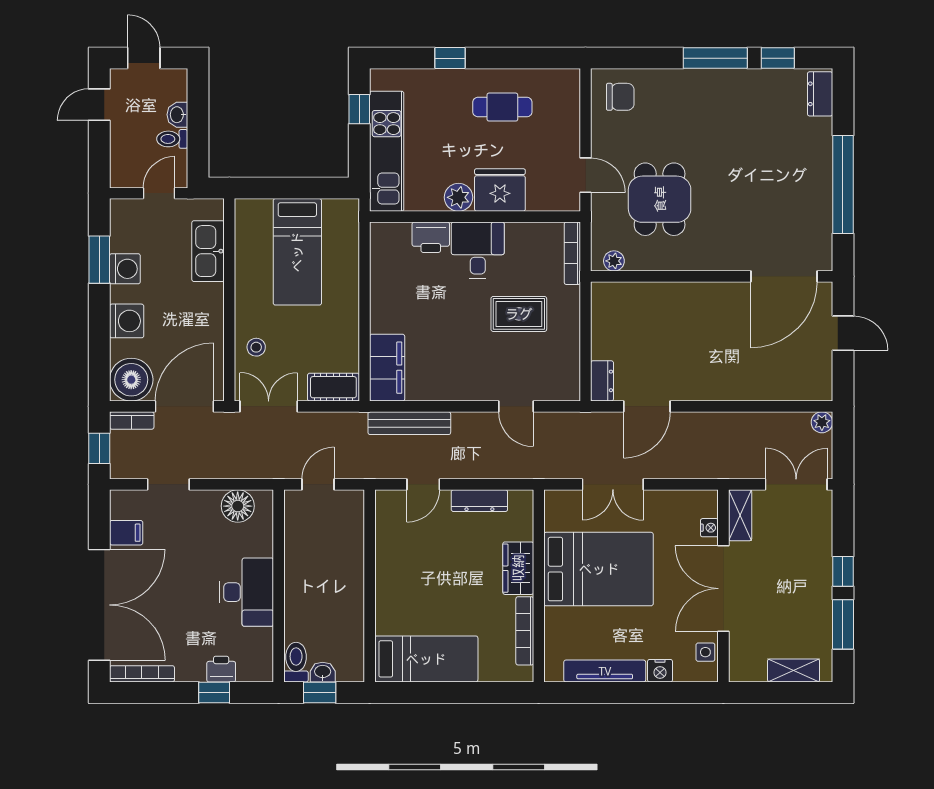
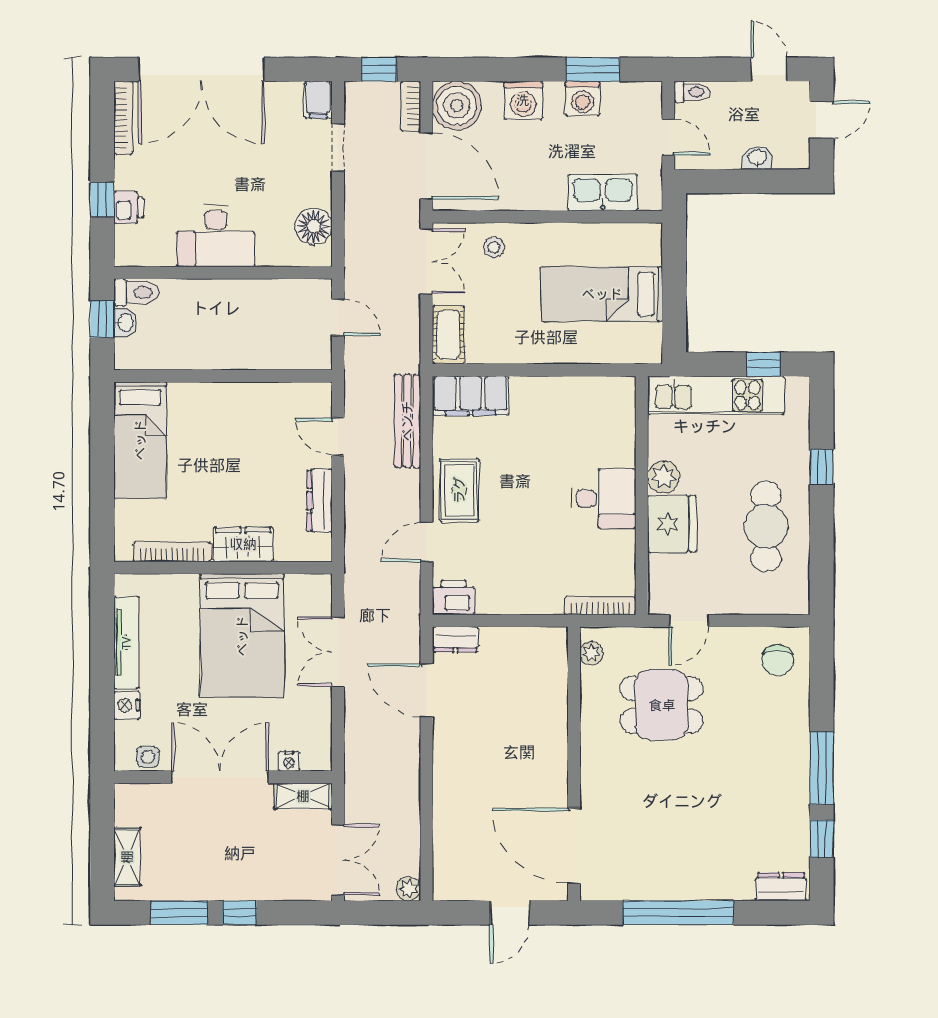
cafe table: (502, 107) -> (766, 527), width x1.37, depth x1.35
toilet: (172, 139) -> (692, 92), moved, turned 90
printer: (431, 237) -> (453, 597), moved, turned 90
rug: (519, 314) -> (459, 490), moved
filing cabinet: (126, 533) -> (318, 100), moved

